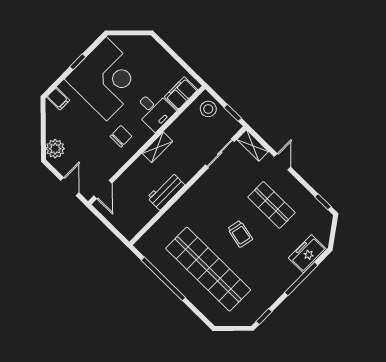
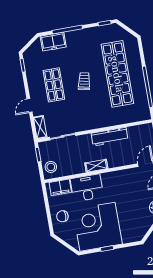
filing cabinet: (58, 99) -> (134, 235), removed
desk: (154, 110) -> (87, 188), width x1.37
chair: (121, 136) -> (62, 216), moved
workbench: (166, 191) -> (110, 137), width x1.38

